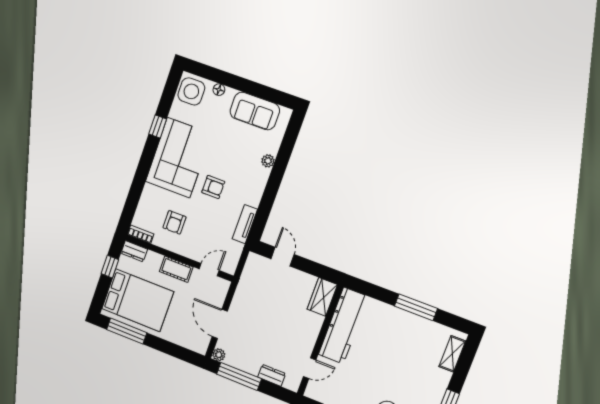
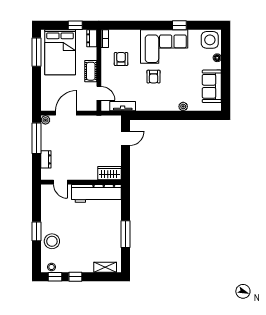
armchair: (174, 222) -> (121, 59), turned 90
tv unit: (245, 224) -> (123, 106), moved

